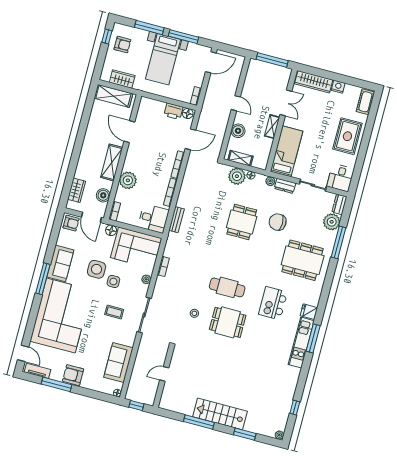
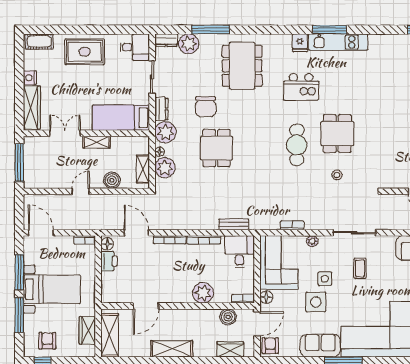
shelving: (112, 162) -> (172, 349), moved
plant: (270, 181) -> (165, 132), width x1.88, depth x1.88
dining table: (242, 222) -> (217, 148), turned 90

